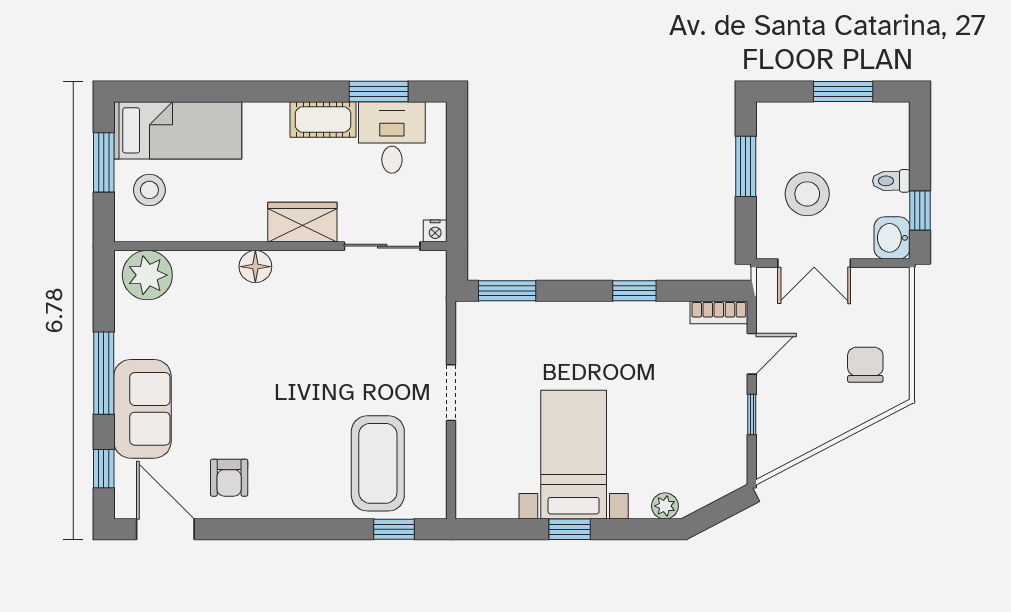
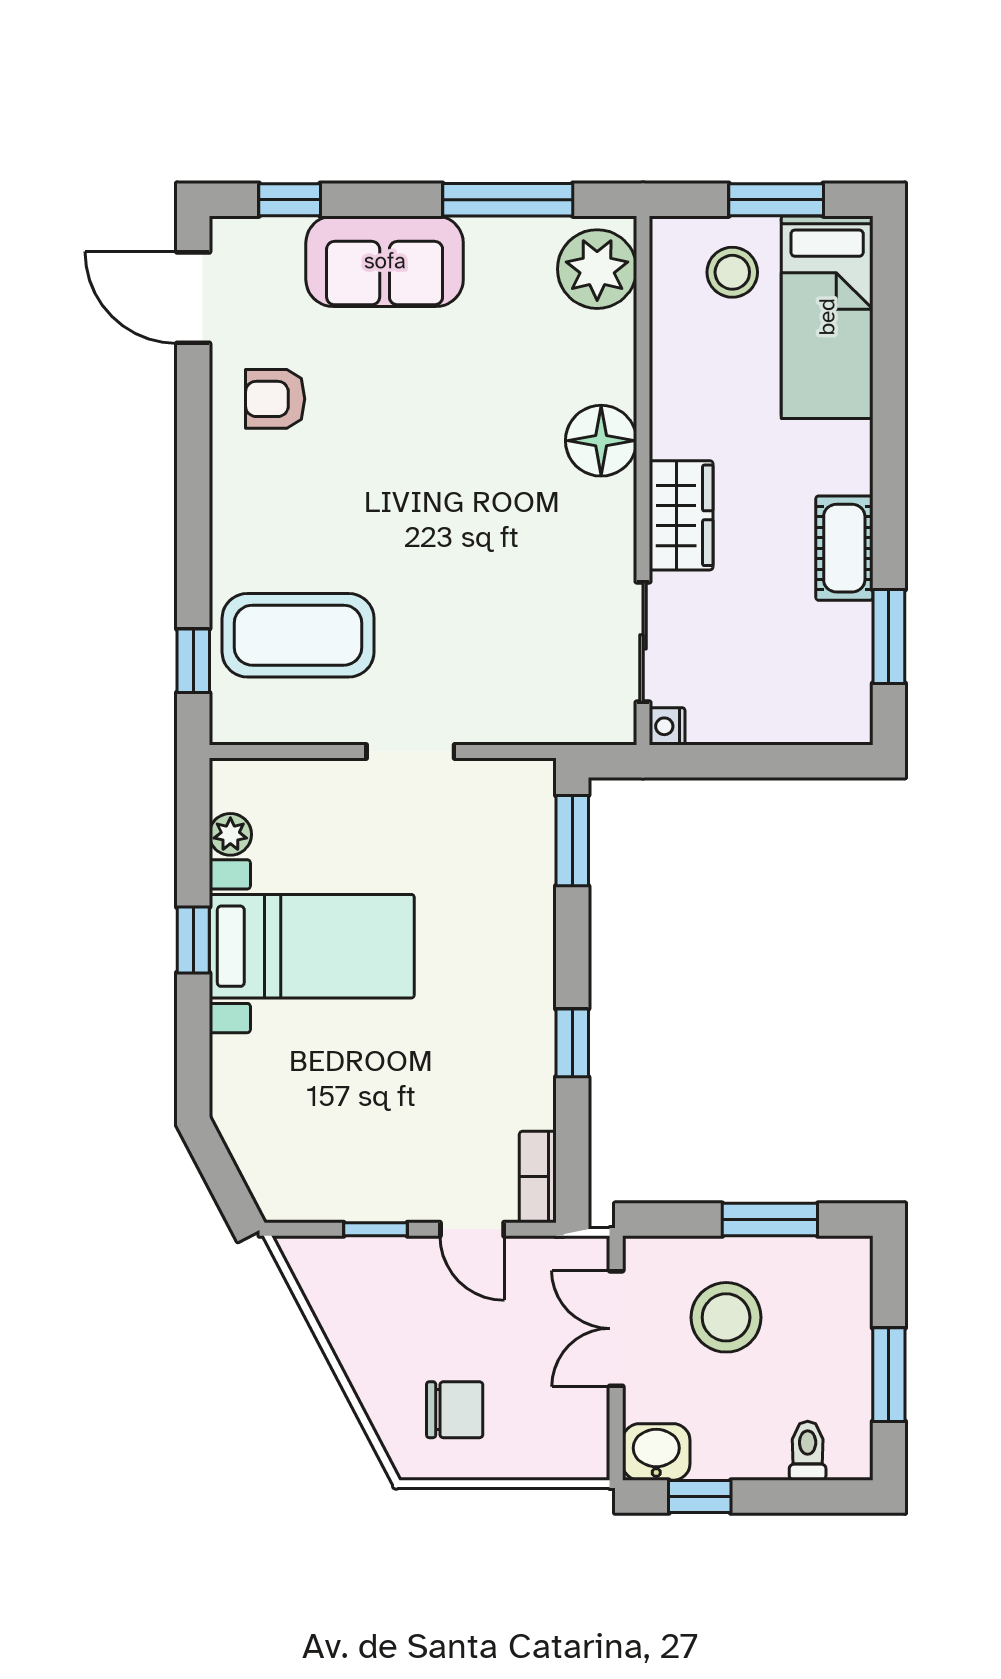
desk: (392, 137) -> (816, 658), removed
toilet: (891, 181) -> (808, 1451), moved
floor lamp: (255, 267) -> (601, 441), width x1.38, depth x1.38
window: (104, 373) -> (508, 200), moved
plant: (665, 506) -> (230, 834), moved
door: (165, 529) -> (193, 298), swing flipped

